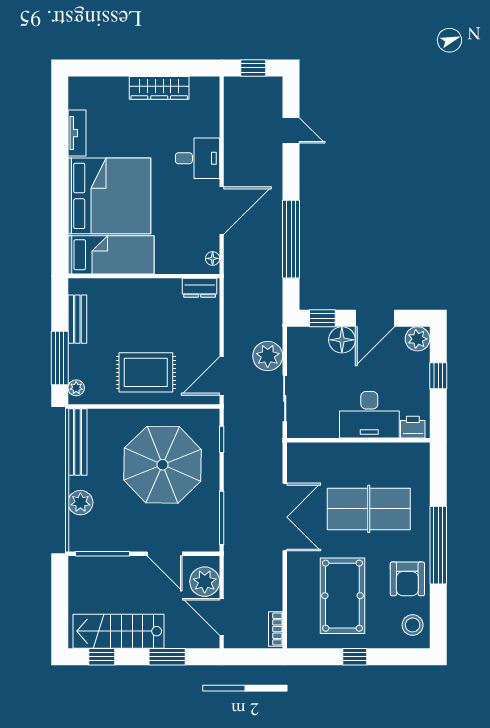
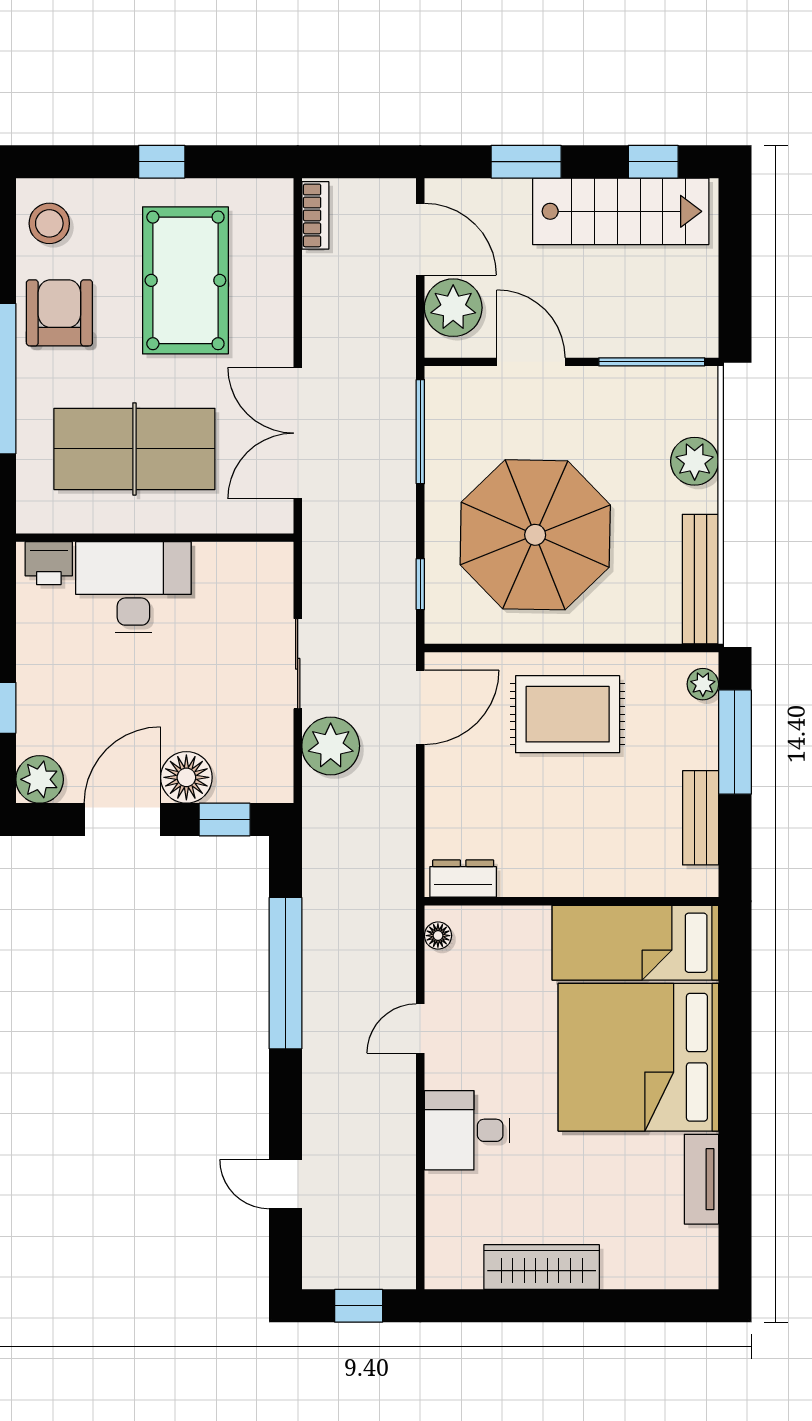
door: (222, 211) -> (420, 1028), width x0.53
desk: (369, 415) -> (133, 587), moved
printer: (413, 427) -> (49, 563), moved
wall: (358, 440) -> (155, 538), moved

